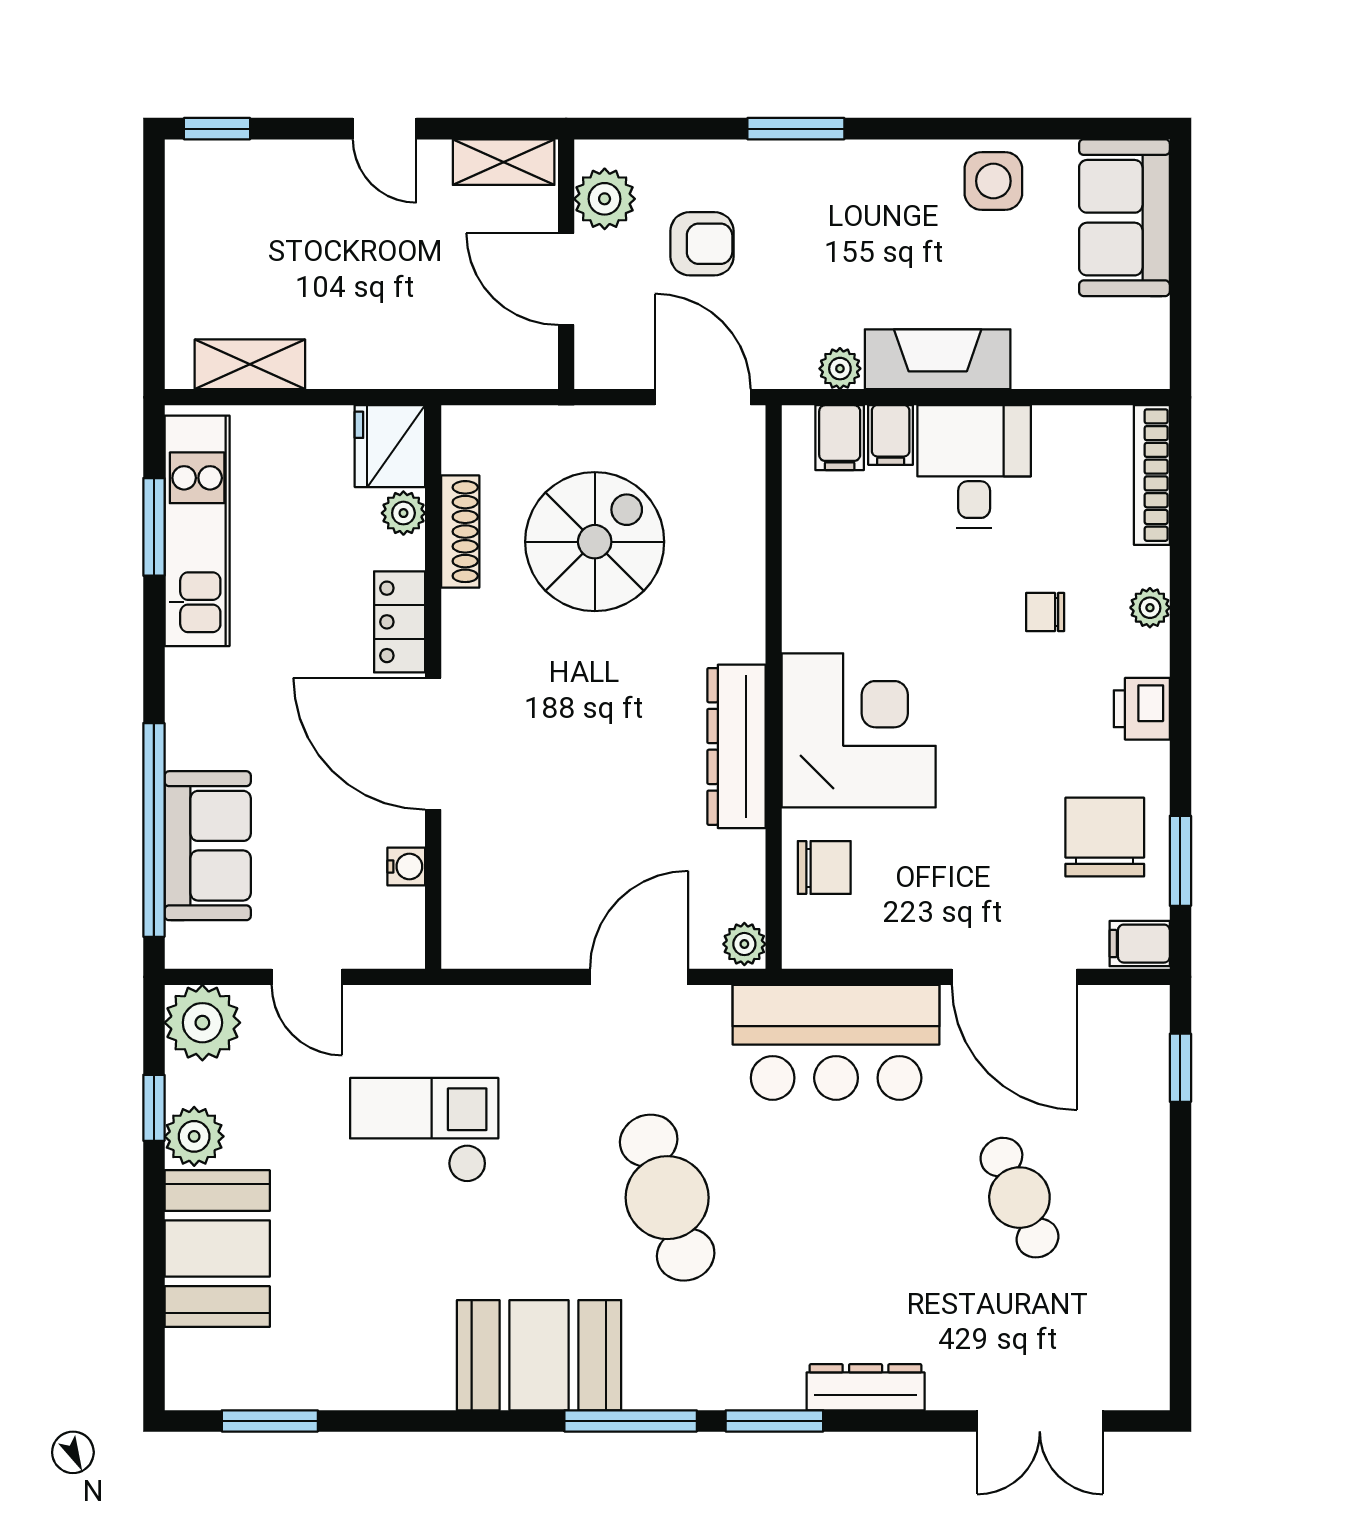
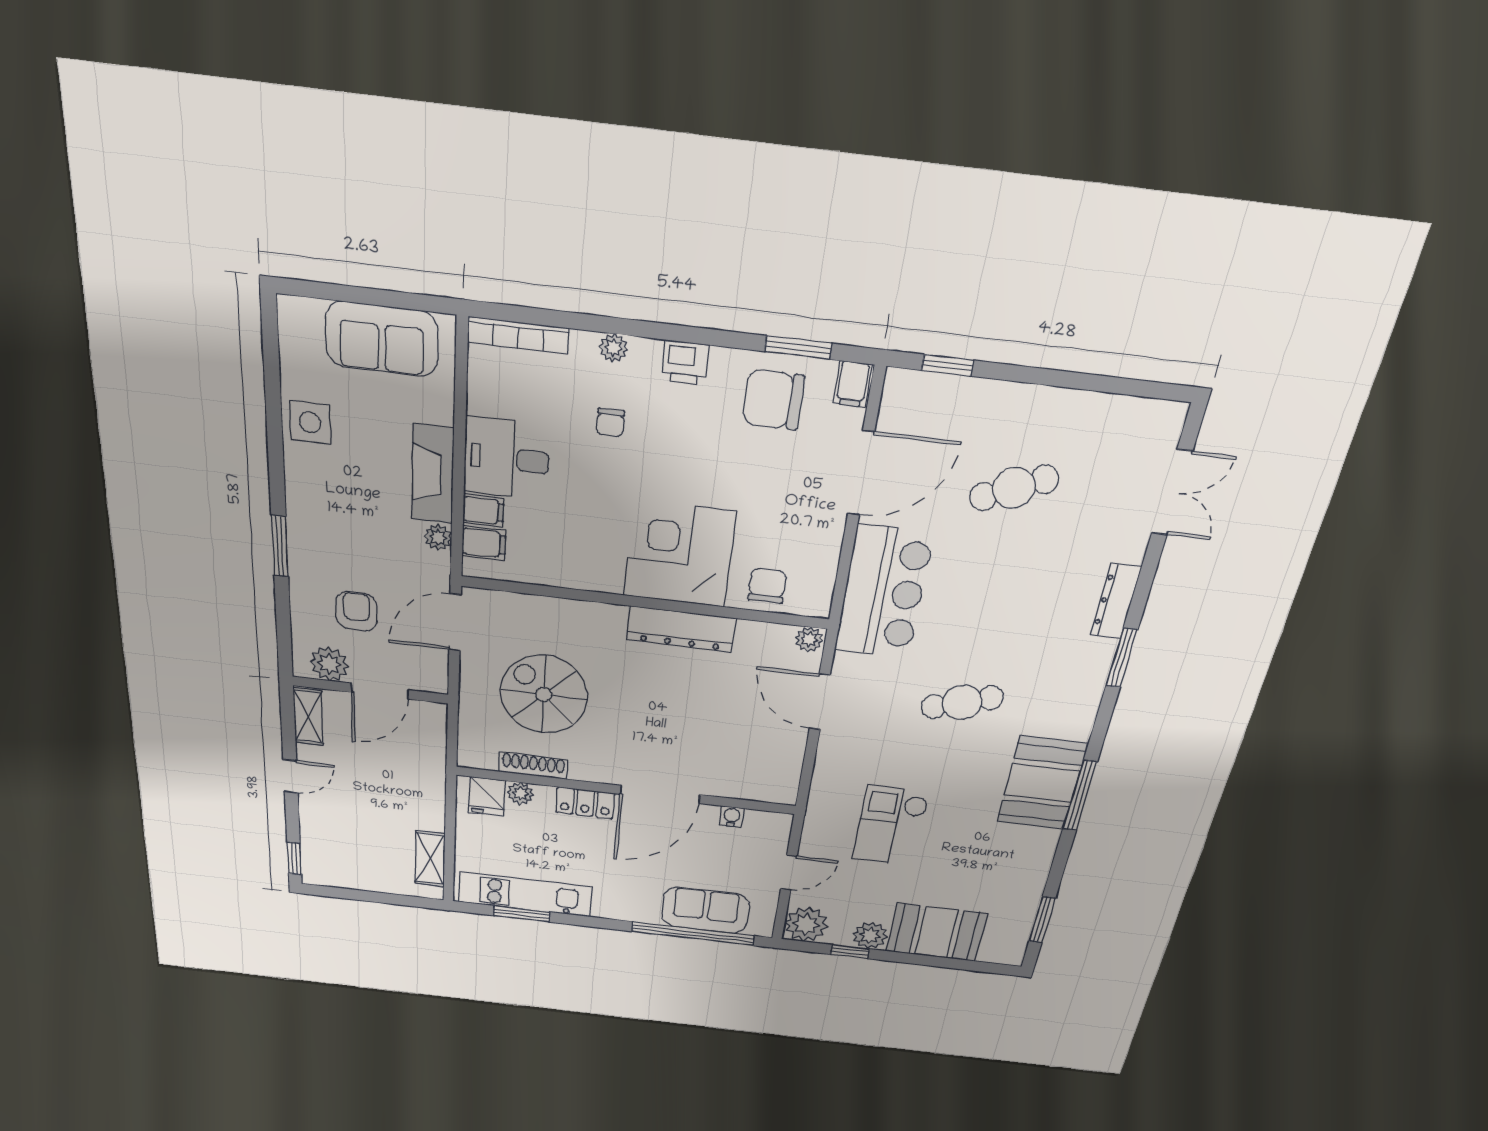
sofa: (1124, 218) -> (382, 339), moved
fridge: (390, 446) -> (487, 796), width x0.72
cafe table: (667, 1198) -> (962, 702), width x0.73, depth x0.74
window: (631, 1421) -> (1080, 796), moved

